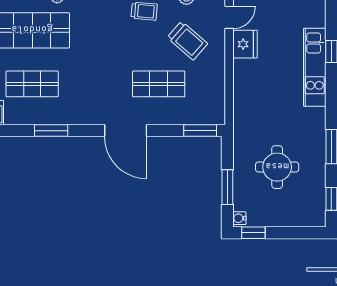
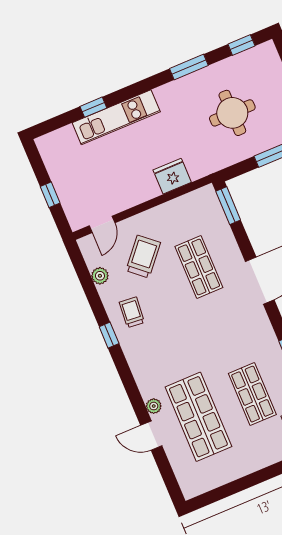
door: (229, 17) -> (102, 224), swing flipped
fridge: (245, 44) -> (172, 176), moved

